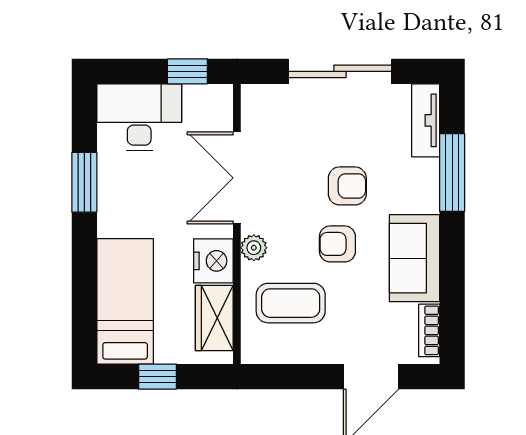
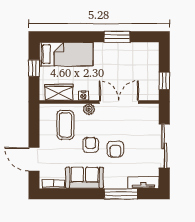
desk: (139, 117) -> (145, 60), removed
nightstand: (213, 261) -> (83, 96), width x0.53, depth x0.56

